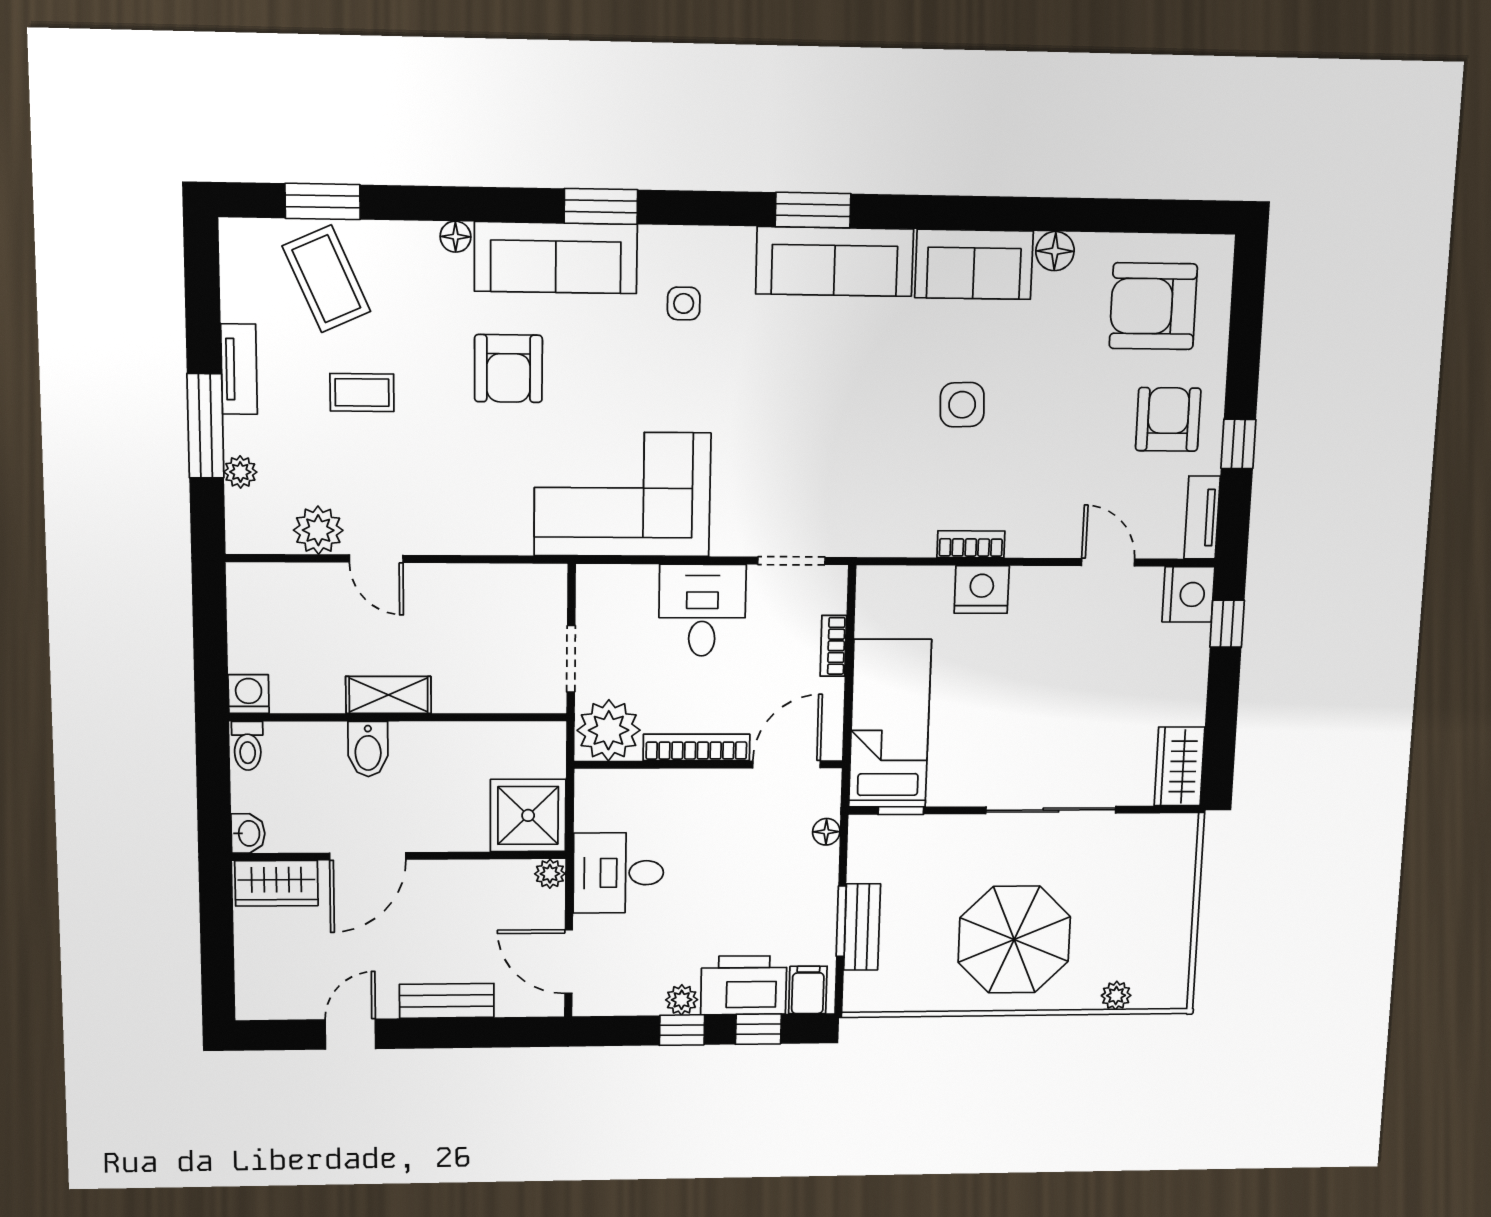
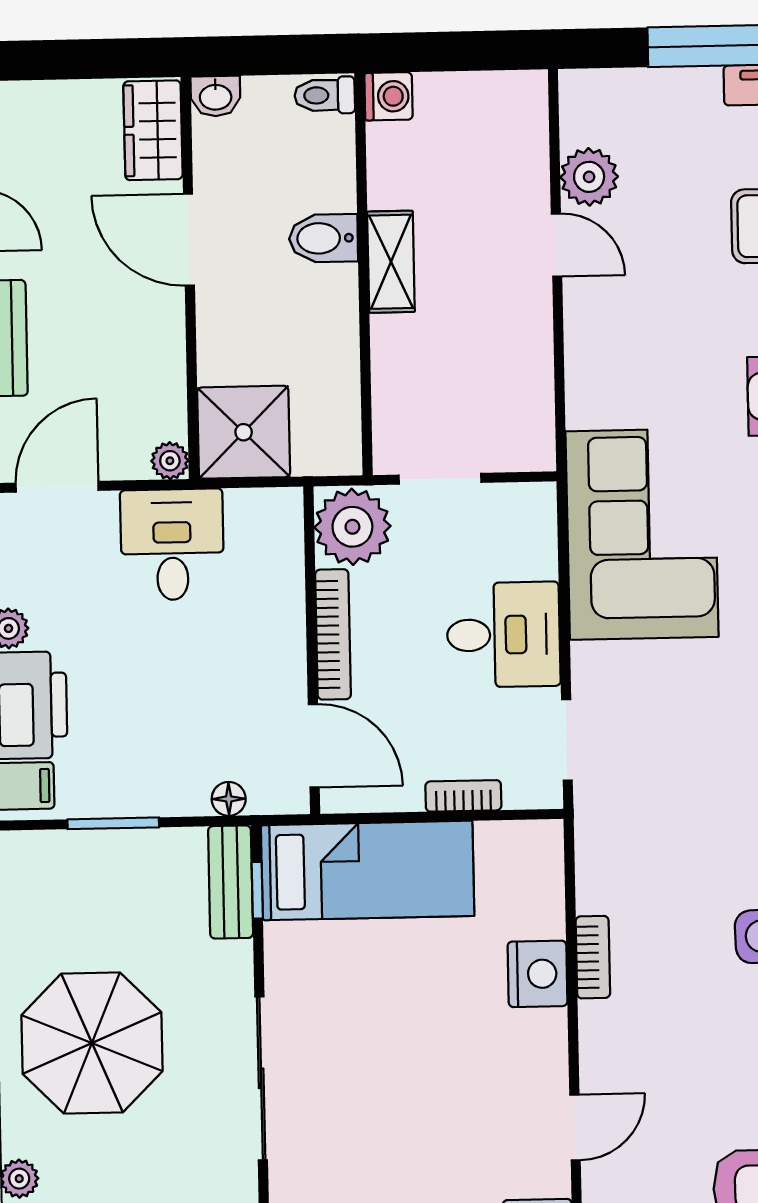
plant: (240, 472) -> (656, 86), removed
door: (376, 559) -> (557, 245), swing flipped
bench: (862, 927) -> (231, 882), moved, turned 90

